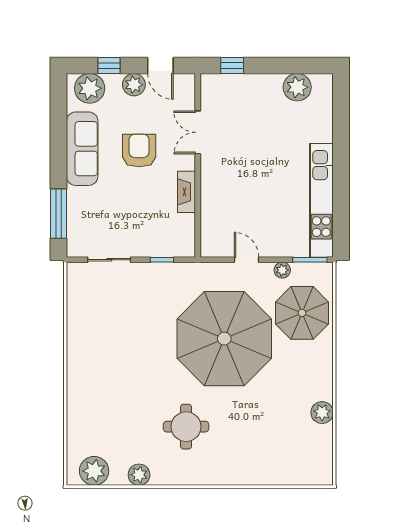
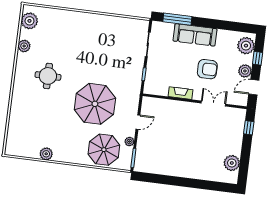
sofa: (82, 149) -> (195, 35), moved
kitchen unit: (321, 200) -> (166, 169), removed
parasol: (224, 339) -> (95, 104), width x0.73, depth x0.73

